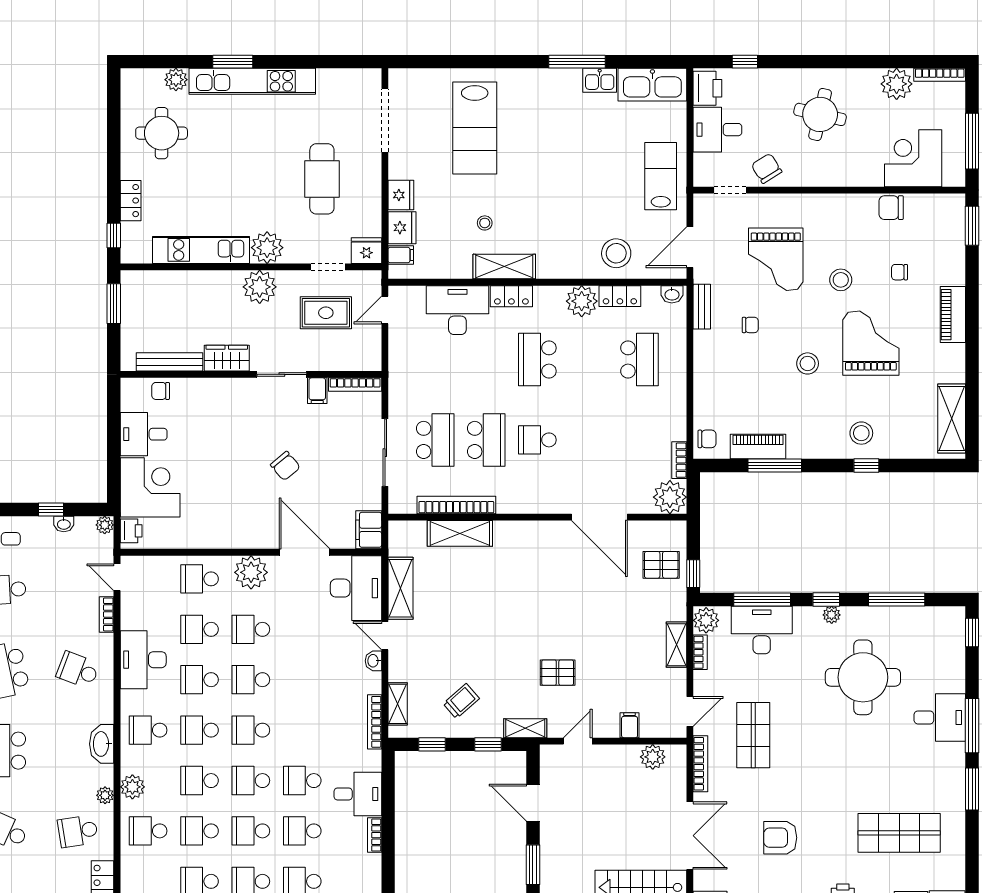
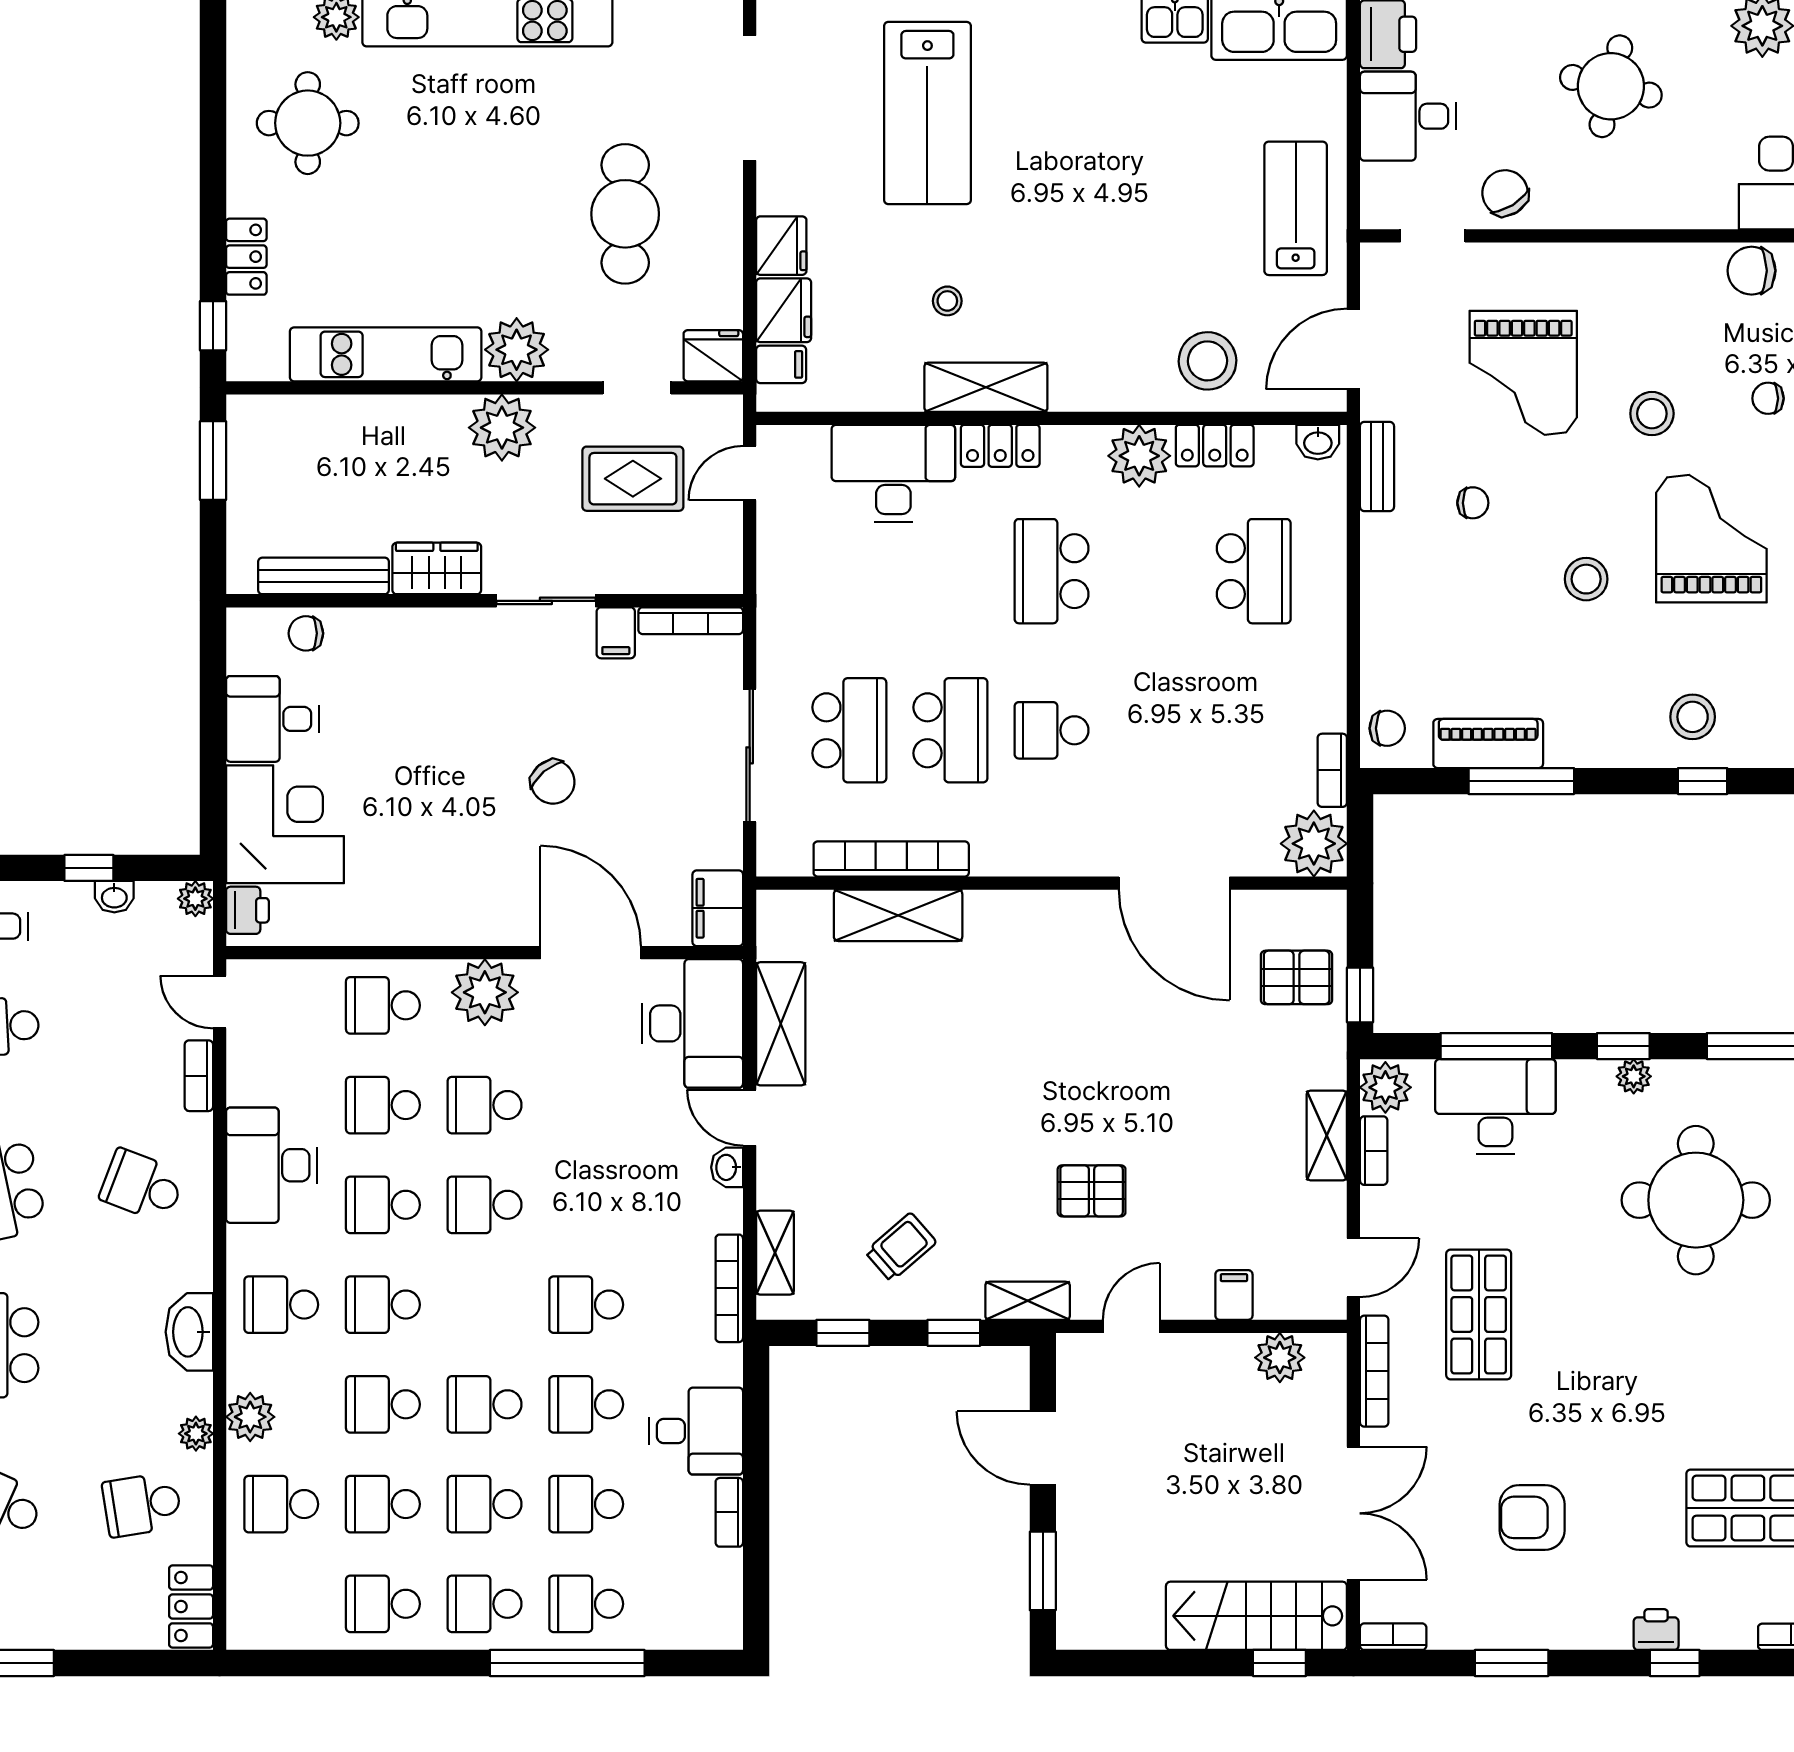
school desk: (251, 730) -> (586, 1305), moved

